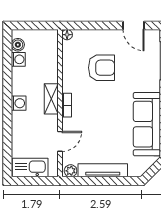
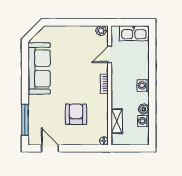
boiler: (18, 45) -> (144, 109), moved
armchair: (101, 68) -> (76, 114), turned 90
shelving: (51, 99) -> (117, 121), moved
tv unit: (103, 170) -> (75, 31), removed

